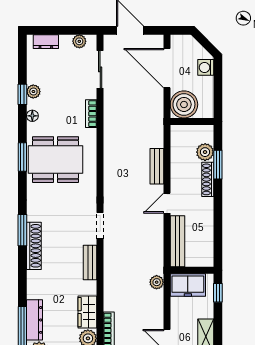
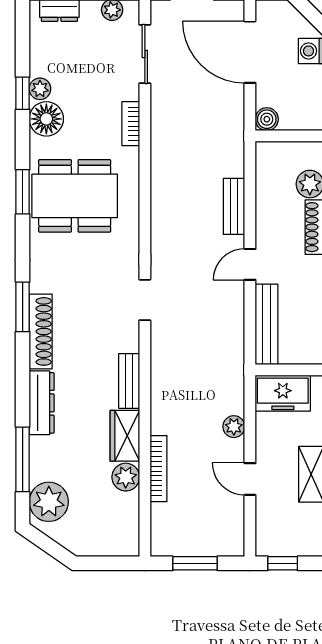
boiler: (184, 104) -> (267, 119), width x0.54, depth x0.54
floor lamp: (32, 116) -> (46, 119), width x1.89, depth x1.89
bench: (90, 262) -> (129, 381), moved
plant: (157, 282) -> (234, 427), moved
dresser: (34, 320) -> (42, 403), moved

